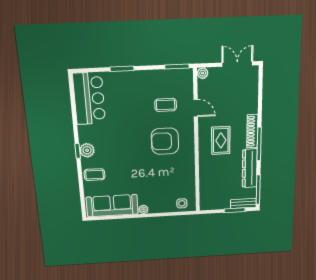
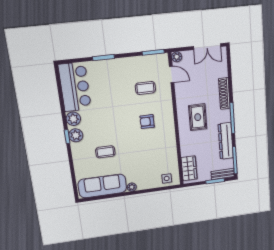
double door: (237, 64) -> (207, 47), swing flipped
door: (196, 108) -> (172, 75), moved
shoe rack: (252, 131) -> (224, 93), moved
plant: (86, 133) -> (73, 119), added
armchair: (165, 141) -> (147, 122), width x0.53, depth x0.53
coffee table: (94, 175) -> (105, 152), moved
wardrobe: (207, 195) -> (189, 168), added

